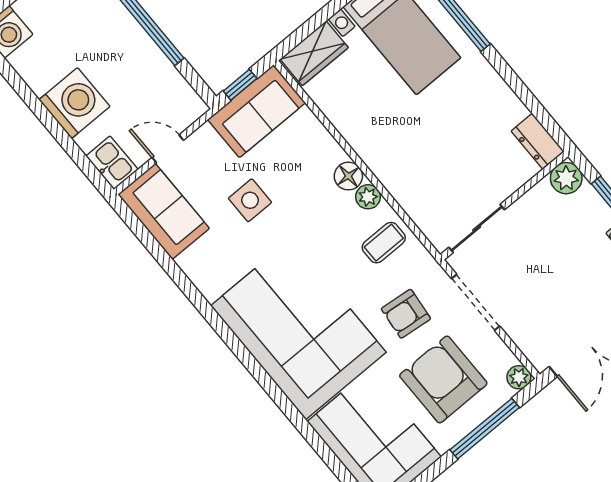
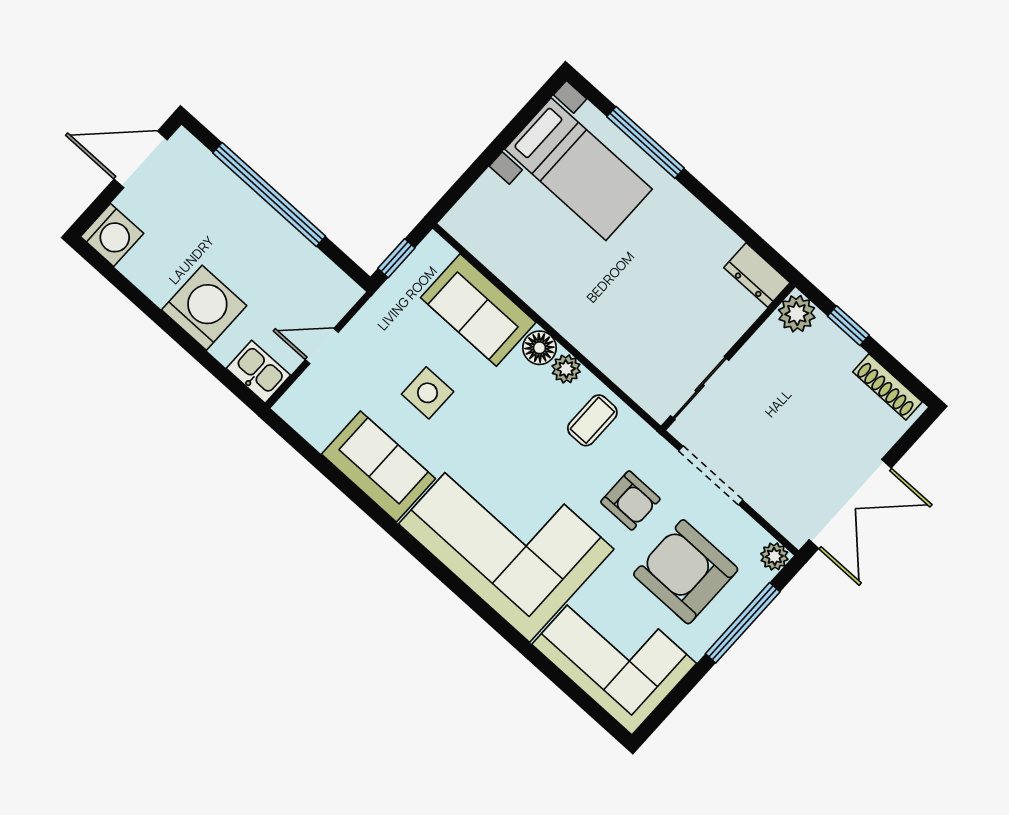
wardrobe: (314, 53) -> (479, 209), removed
sofa: (256, 111) -> (478, 310), moved, turned 90
sofa: (164, 211) -> (378, 466), moved
armchair: (406, 314) -> (630, 500), turned -96

